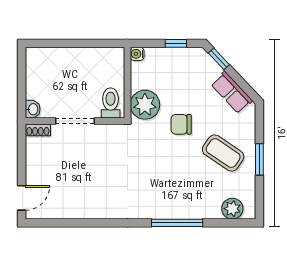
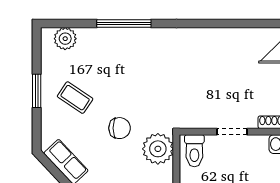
doorway: (75, 121) -> (232, 132), width x0.73
coffee table: (223, 153) -> (75, 98), width x0.73, depth x0.77

